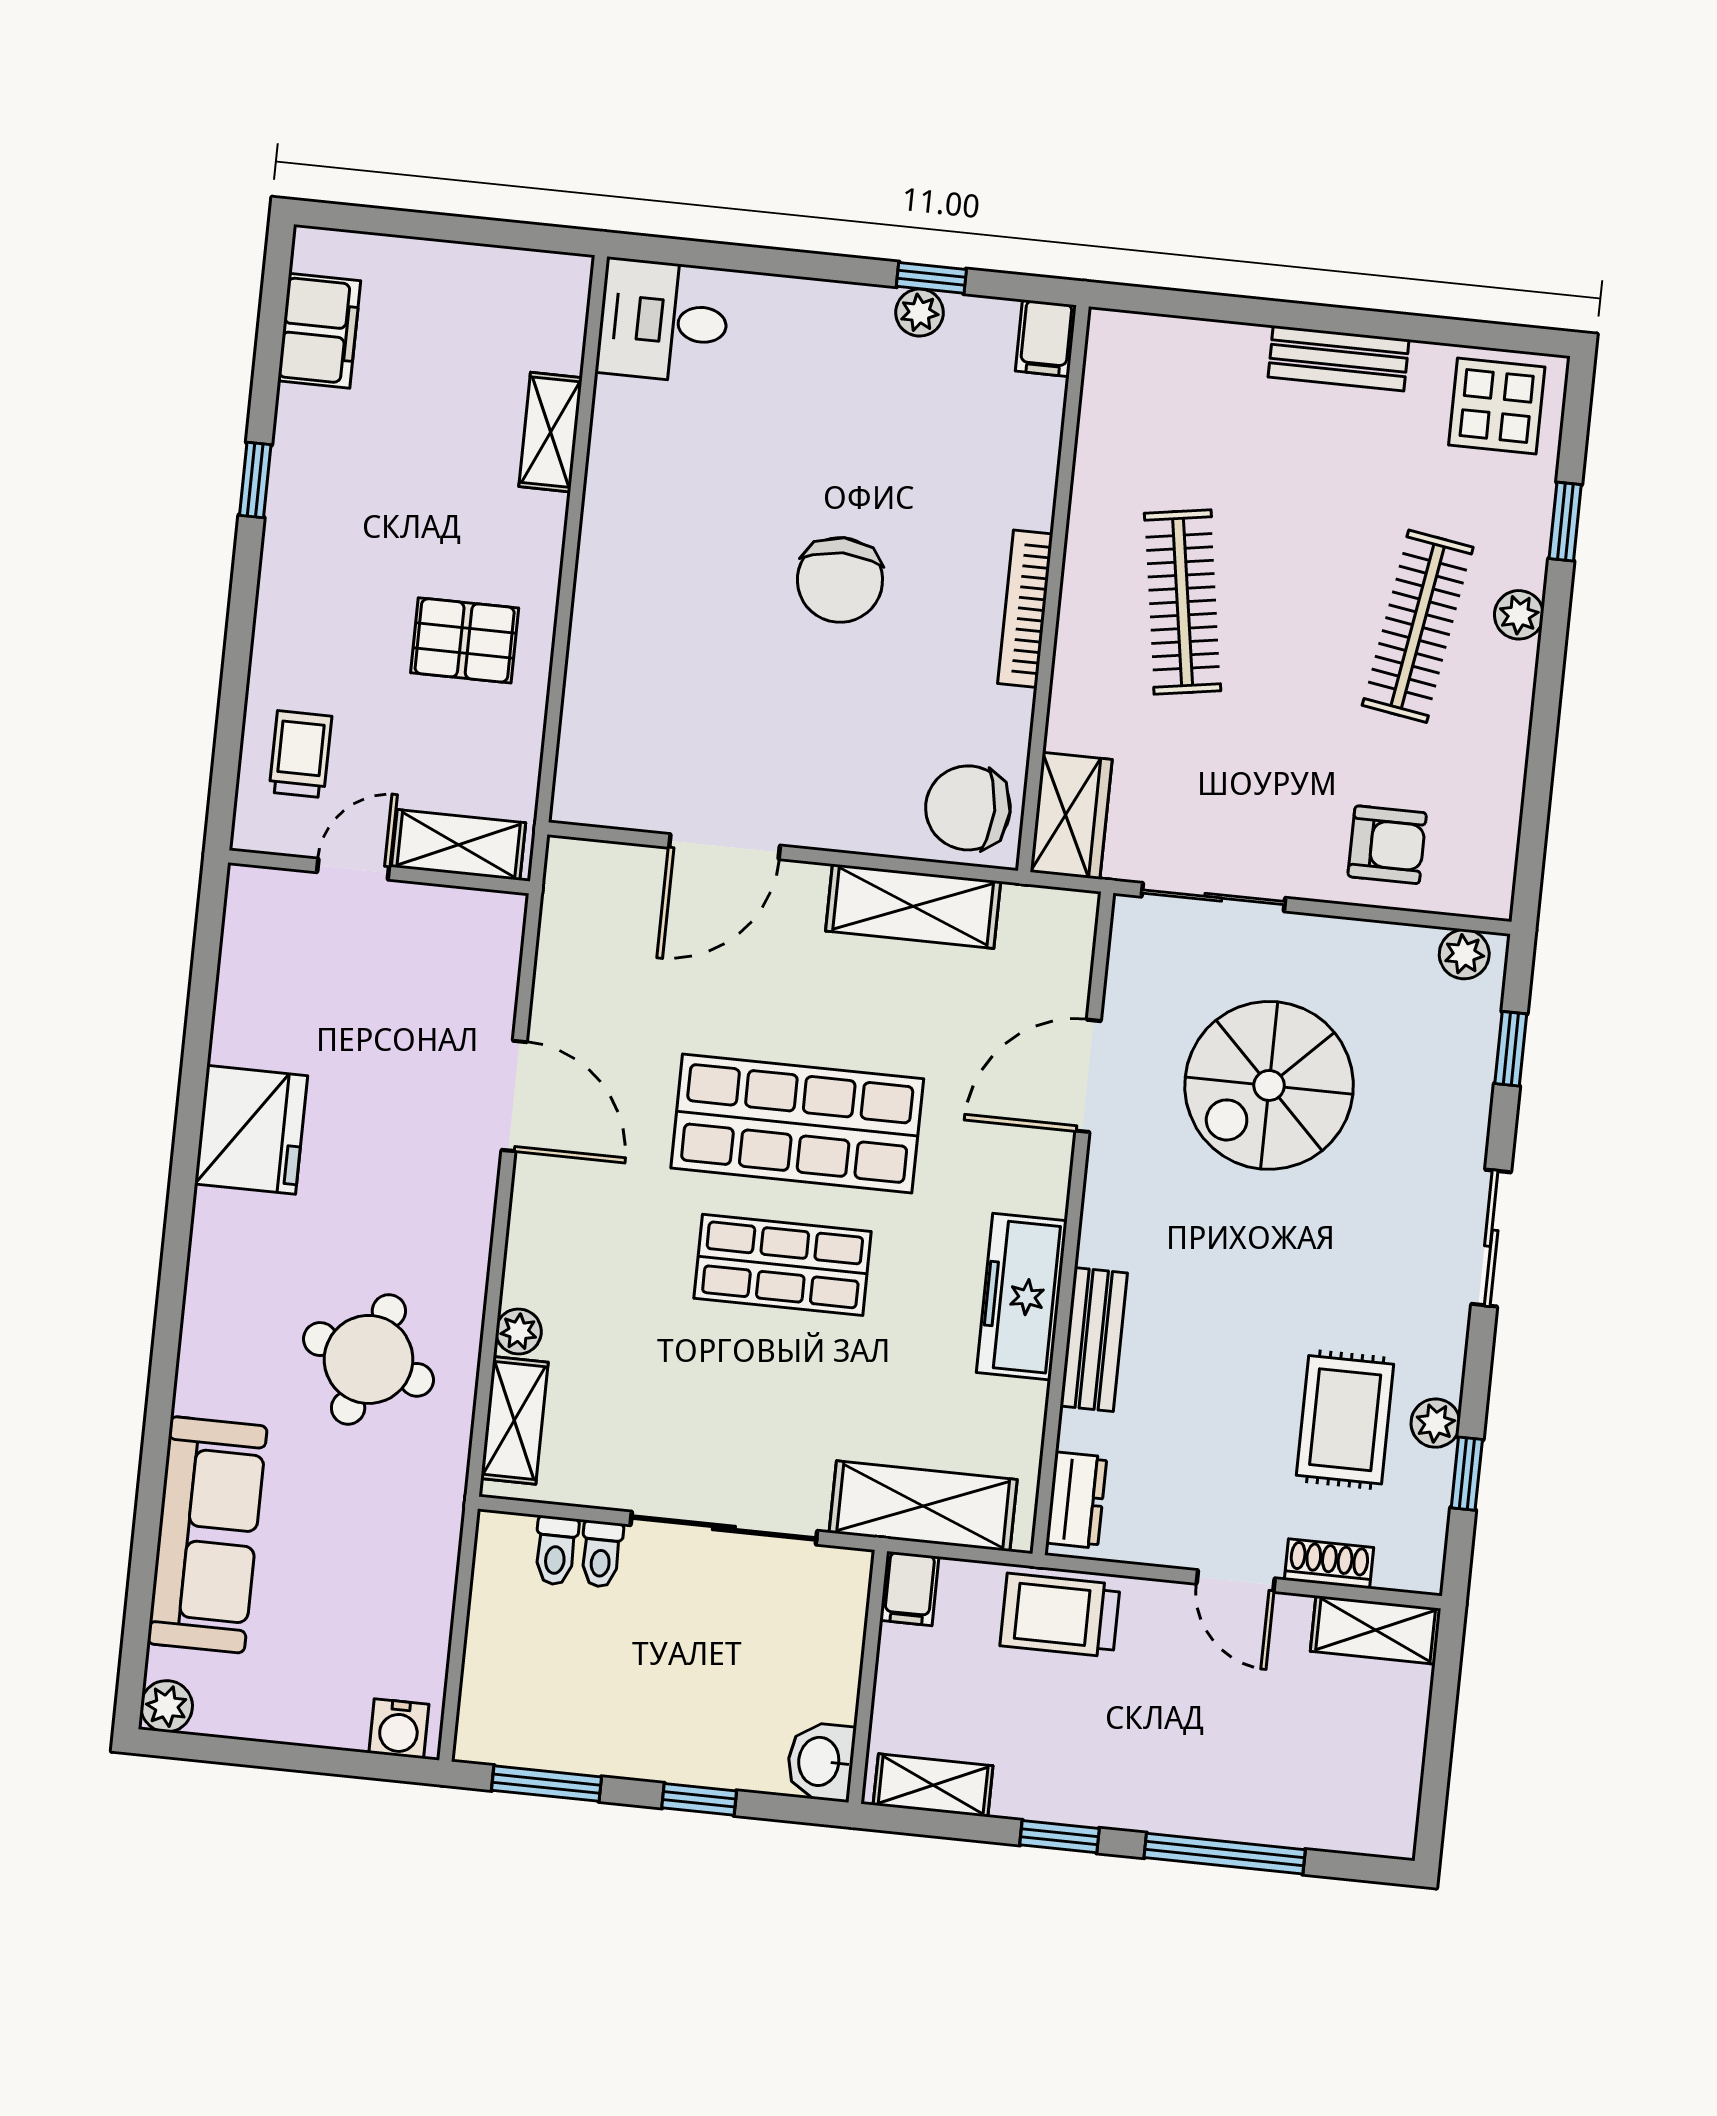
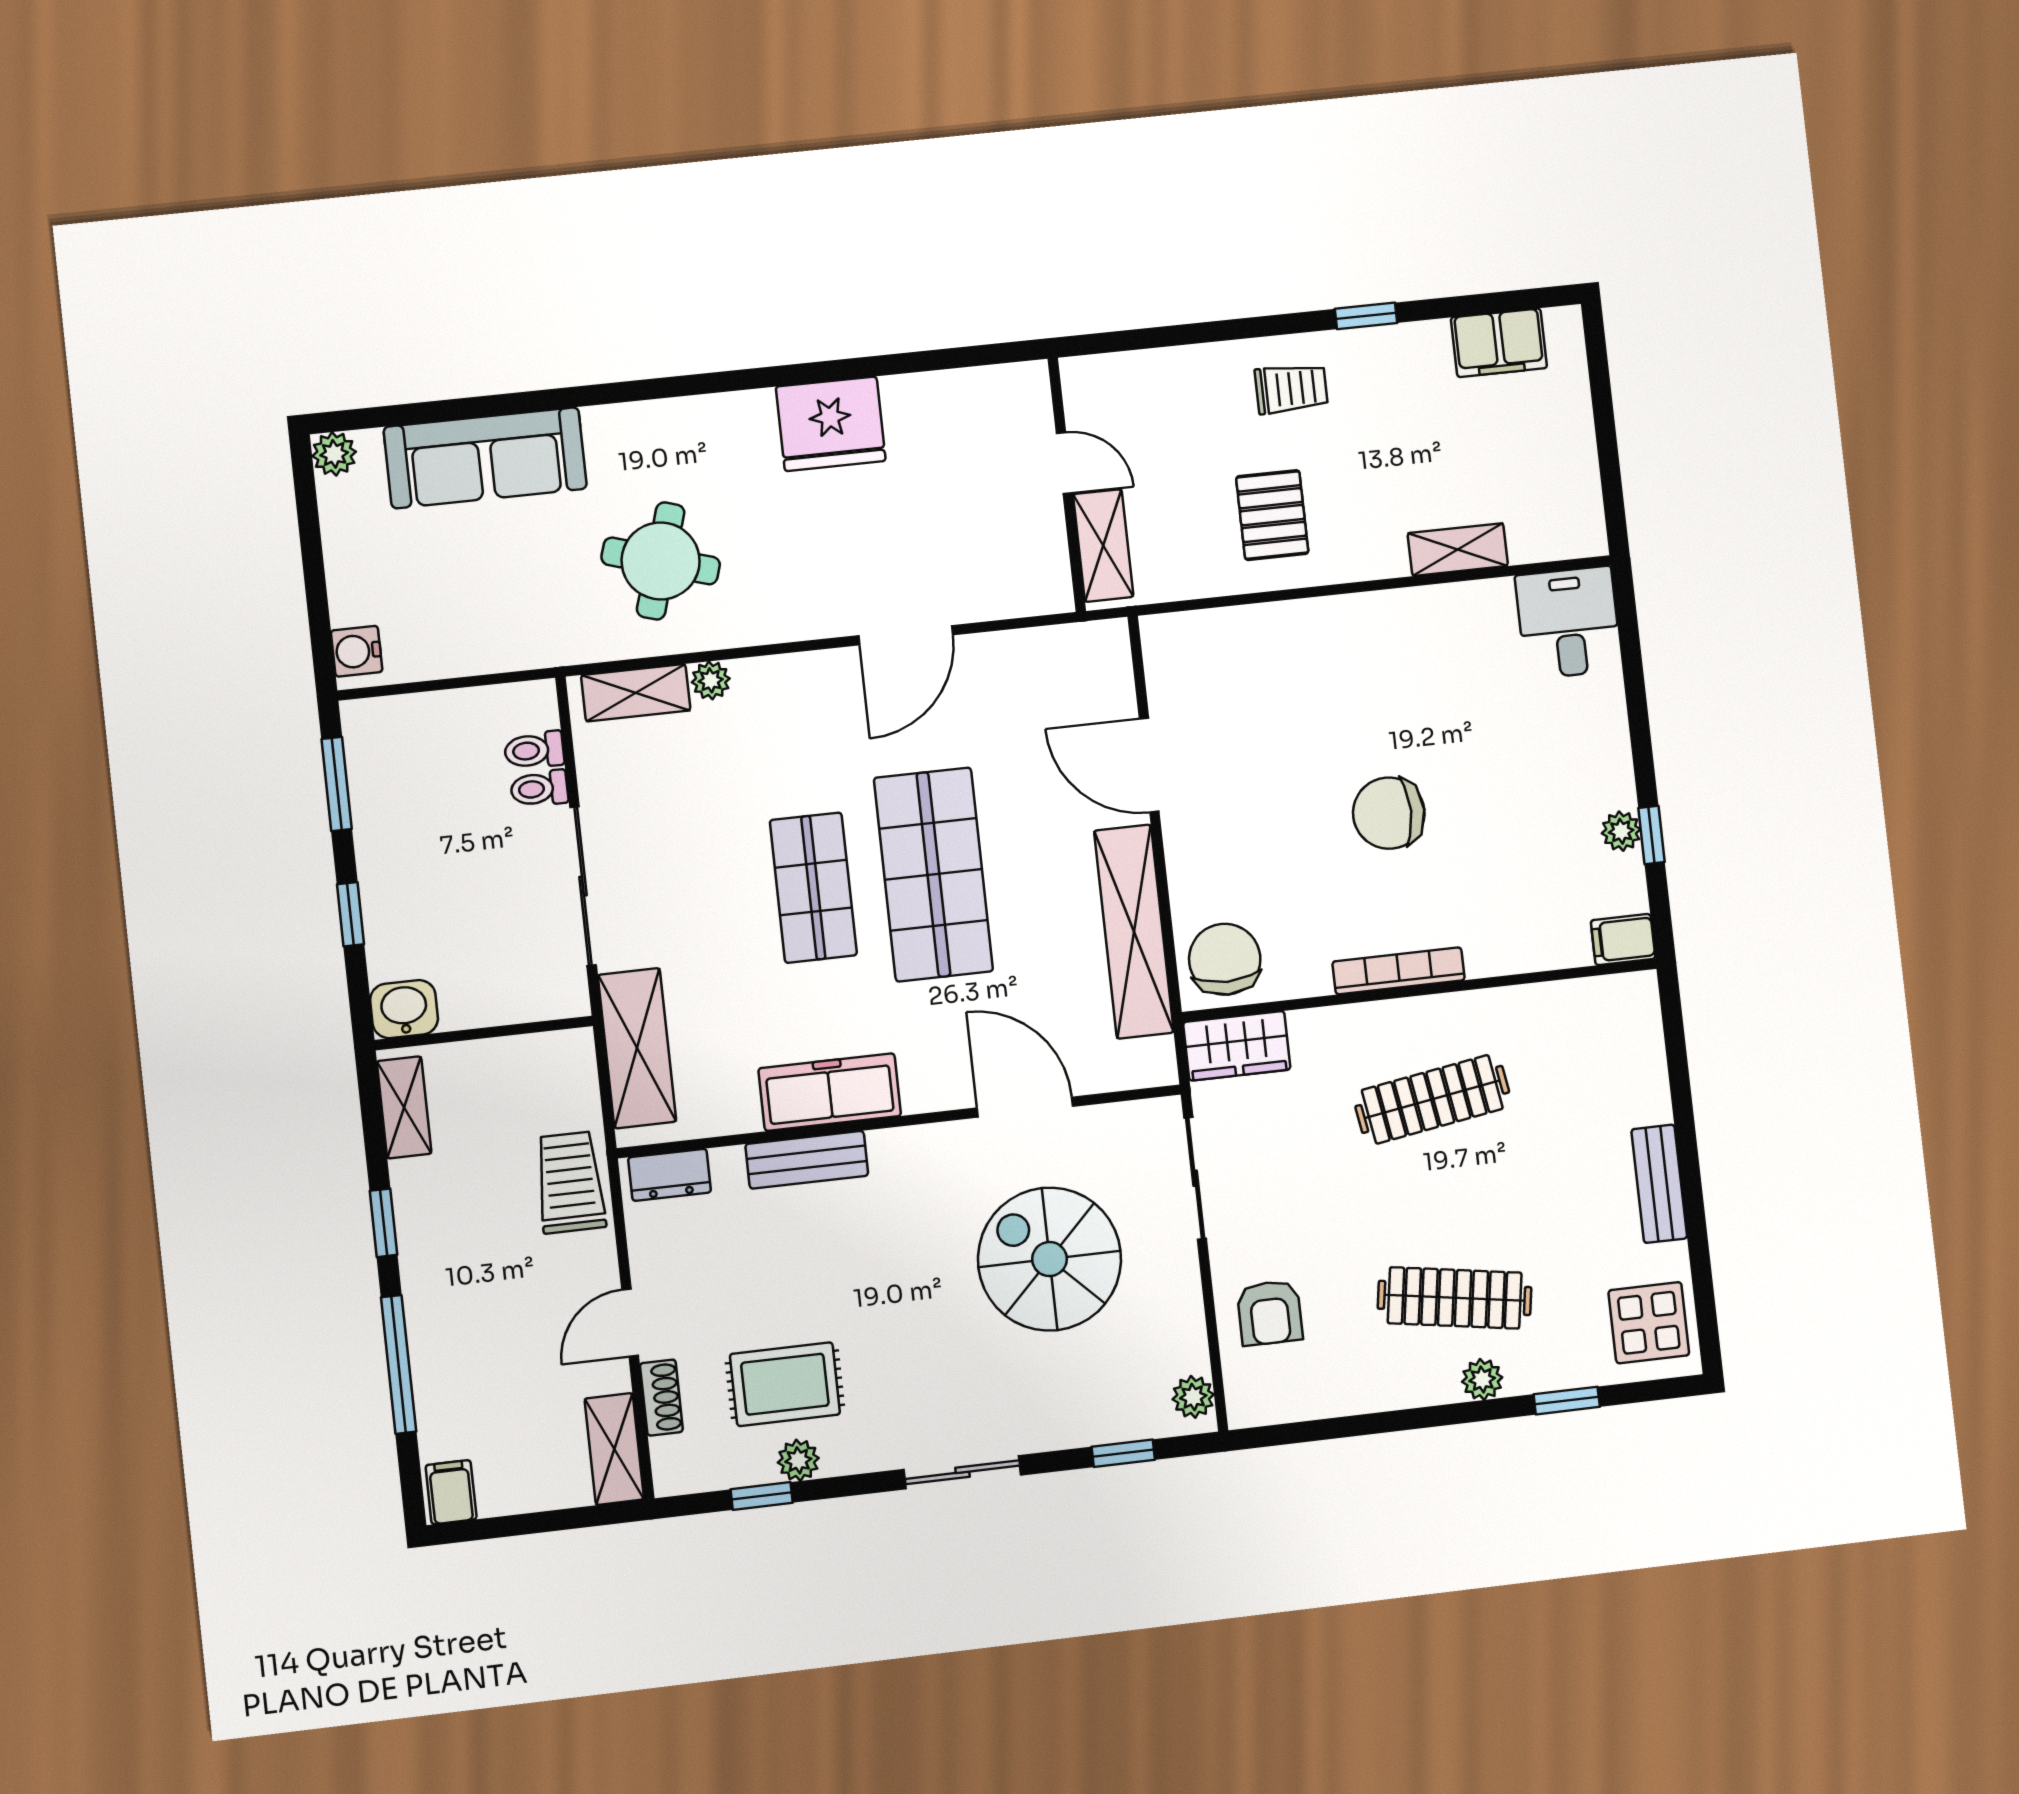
trolley: (300, 754) -> (1291, 389), moved
shelving: (913, 906) -> (1134, 932), width x1.47
filing cabinet: (909, 1588) -> (451, 1492), moved, turned 90

